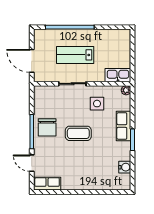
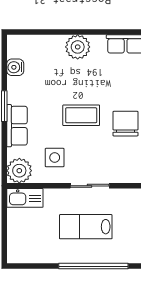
lab bench: (75, 55) -> (86, 227), turned 180
plant: (126, 90) -> (19, 171), width x1.88, depth x1.88
plant: (81, 181) -> (78, 47), added

